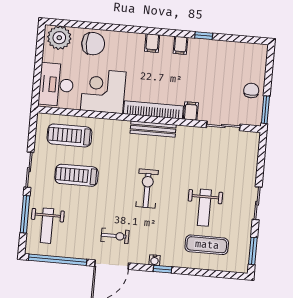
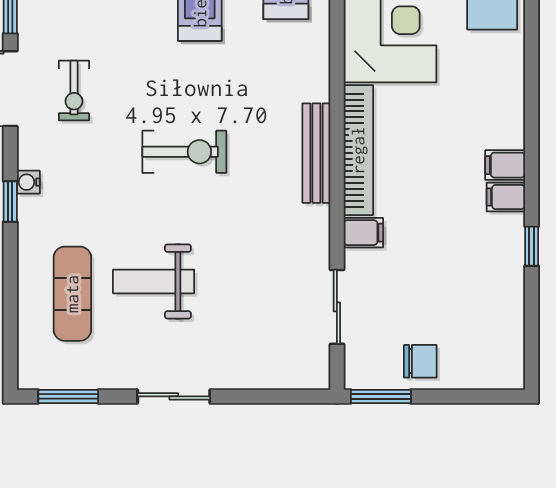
filing cabinet: (152, 43) -> (505, 165), moved

